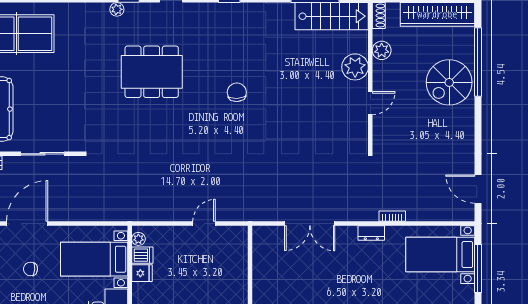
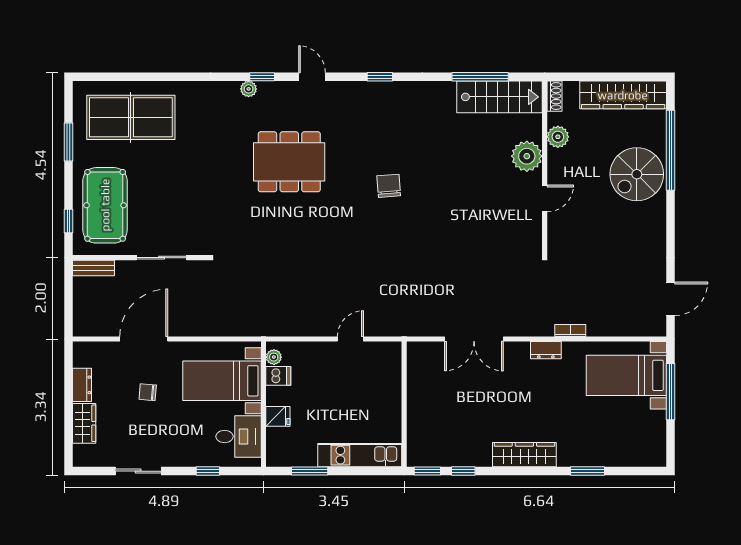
door: (478, 189) -> (670, 299), swing flipped
fridge: (142, 273) -> (278, 416), moved

